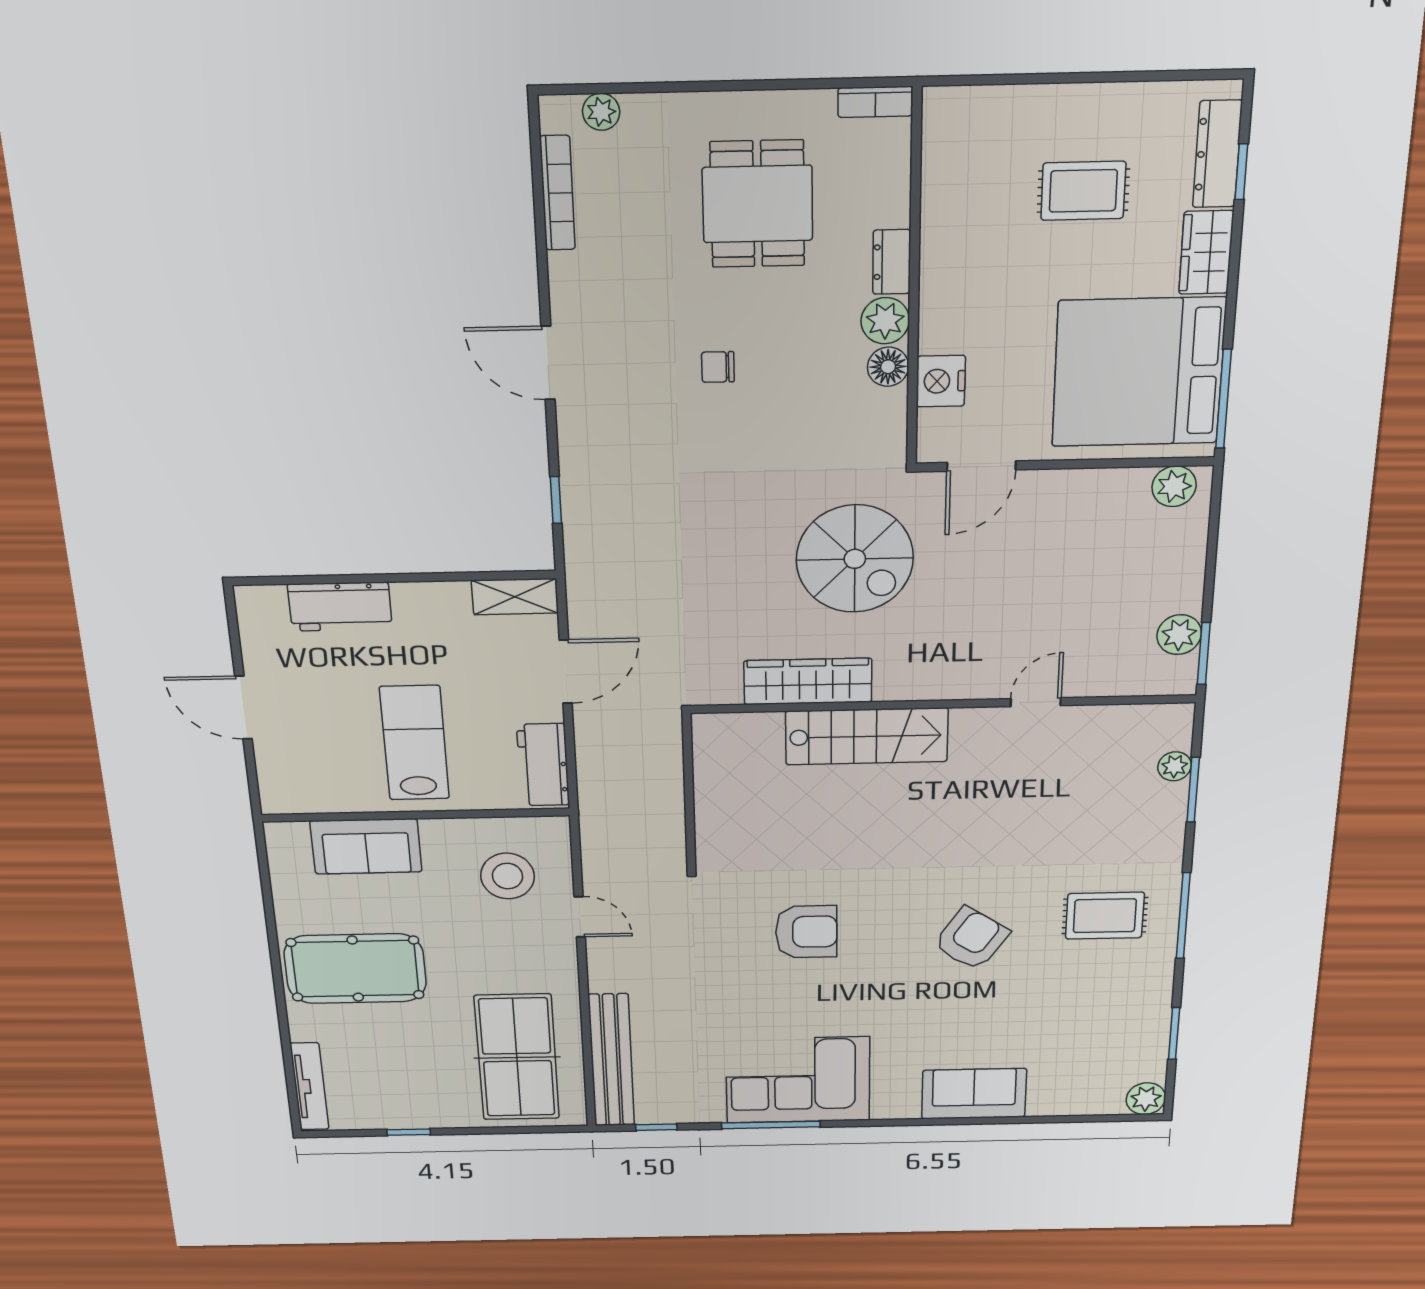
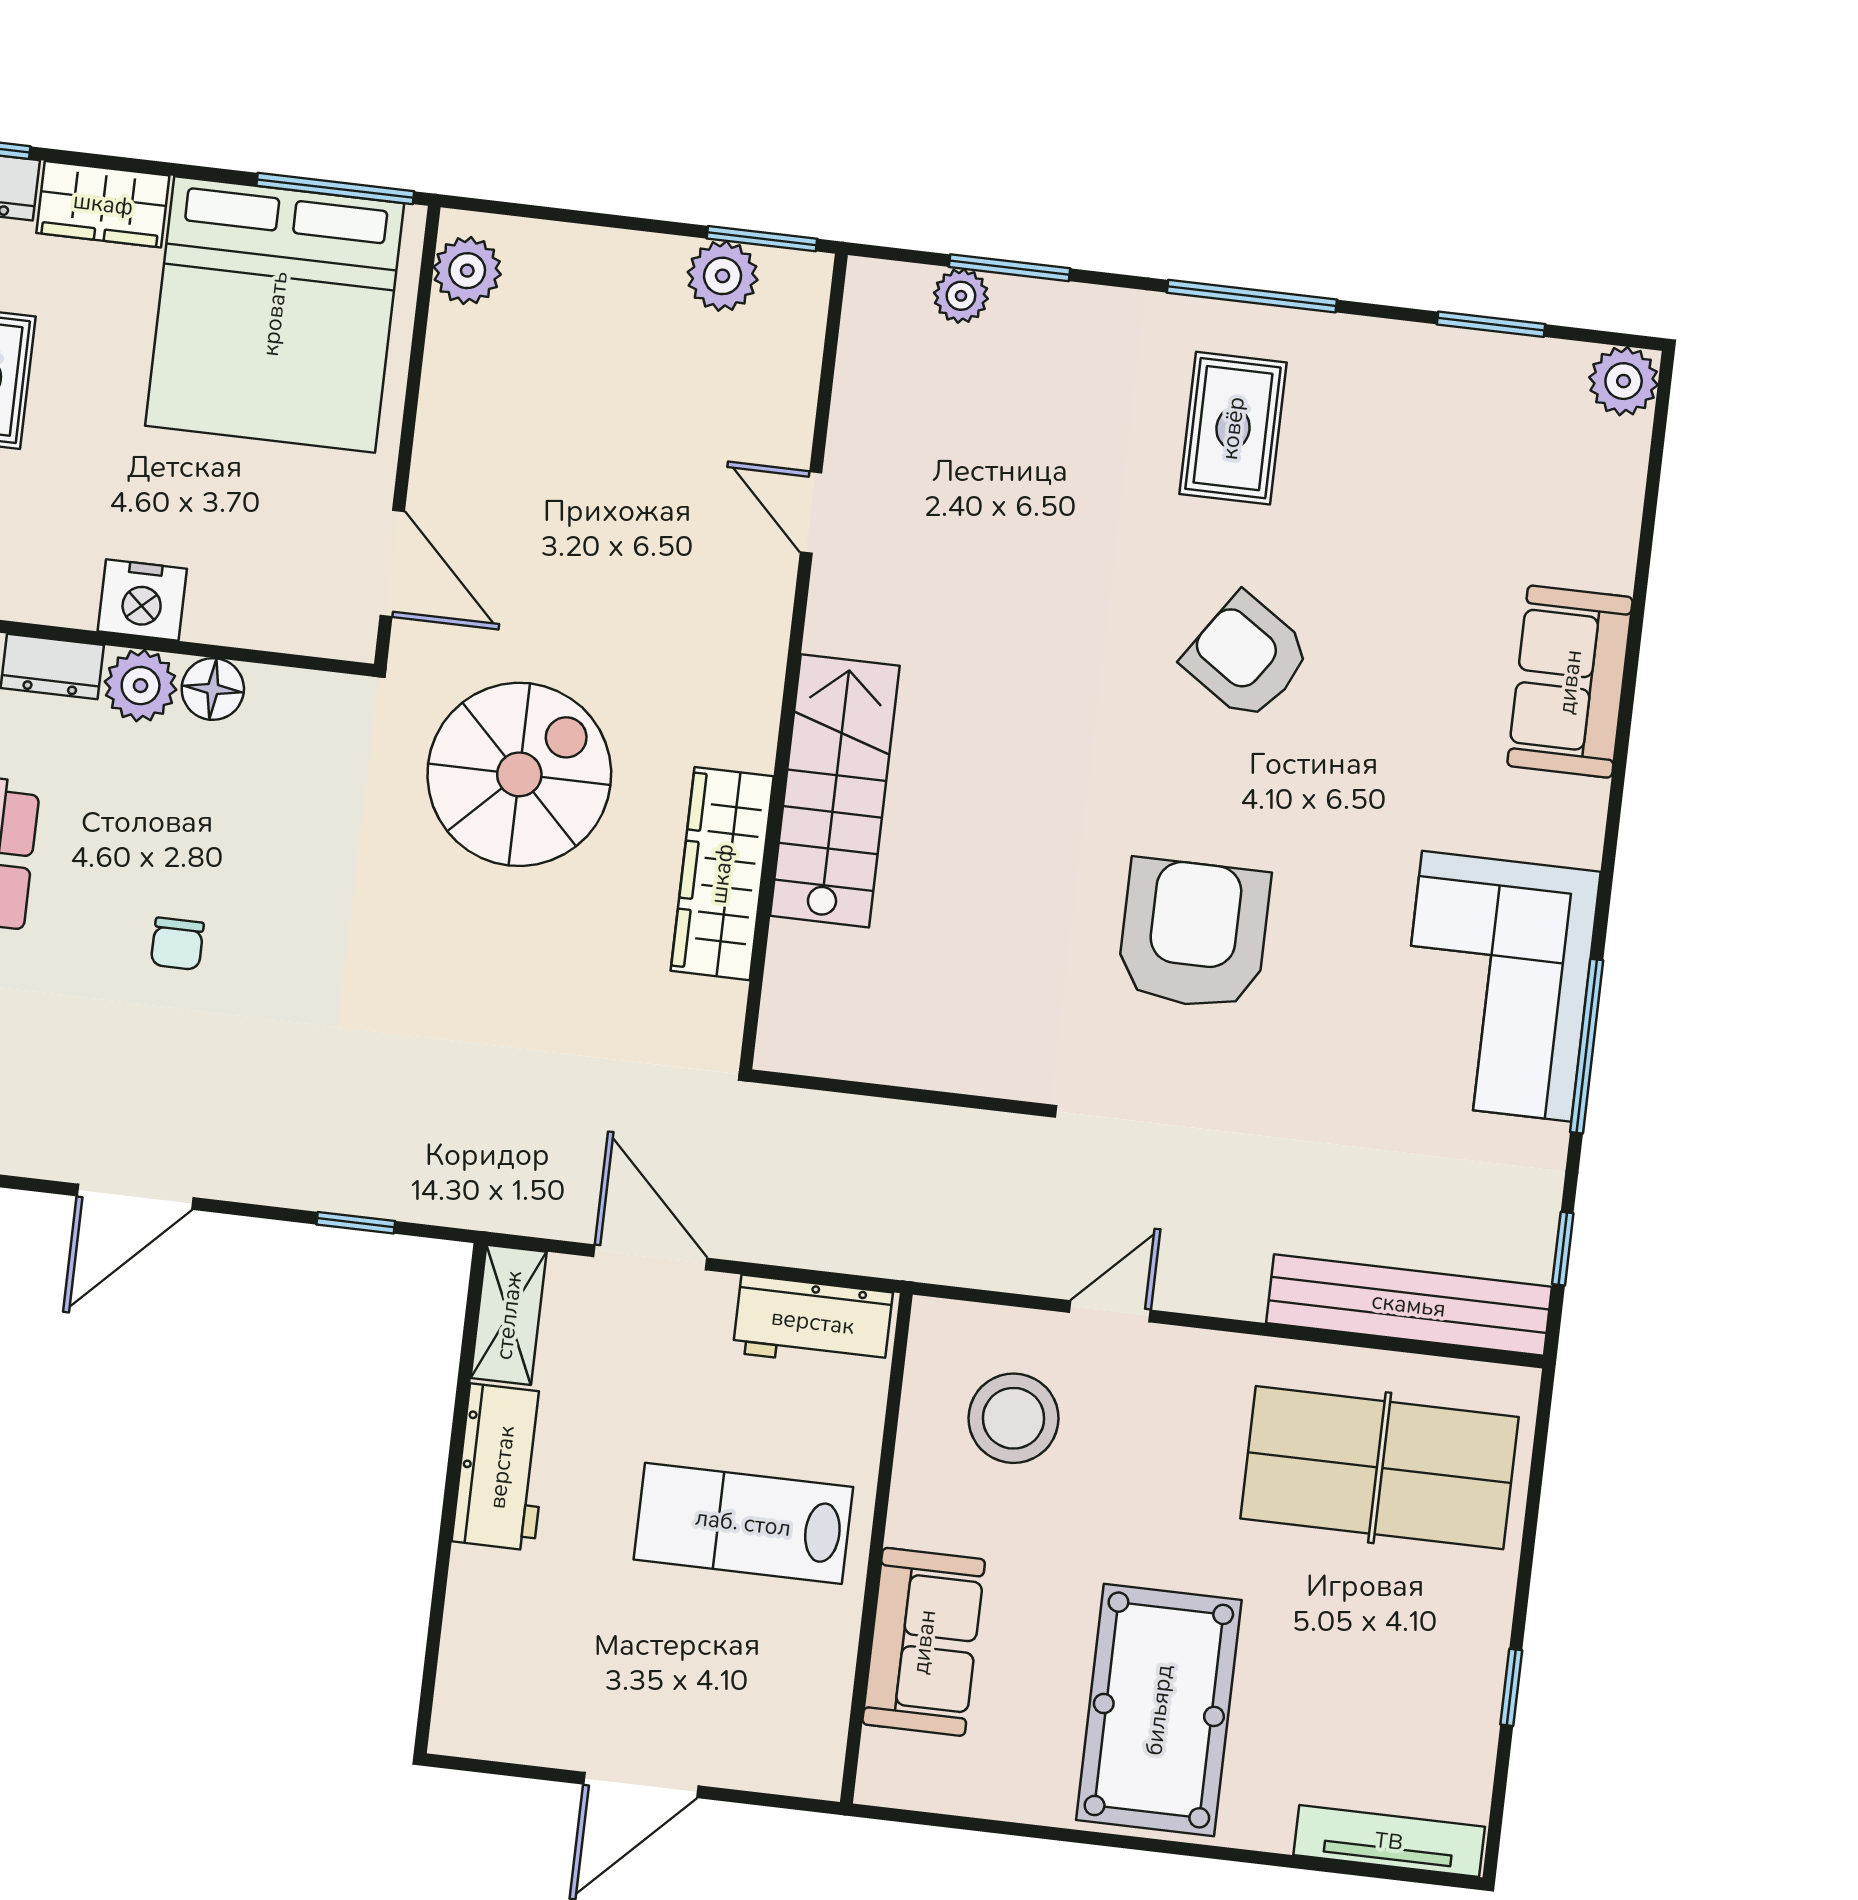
nightstand: (941, 381) -> (142, 600), moved
workbench: (340, 607) -> (502, 1467), moved
armchair: (806, 932) -> (1194, 934), width x1.36, depth x1.36

